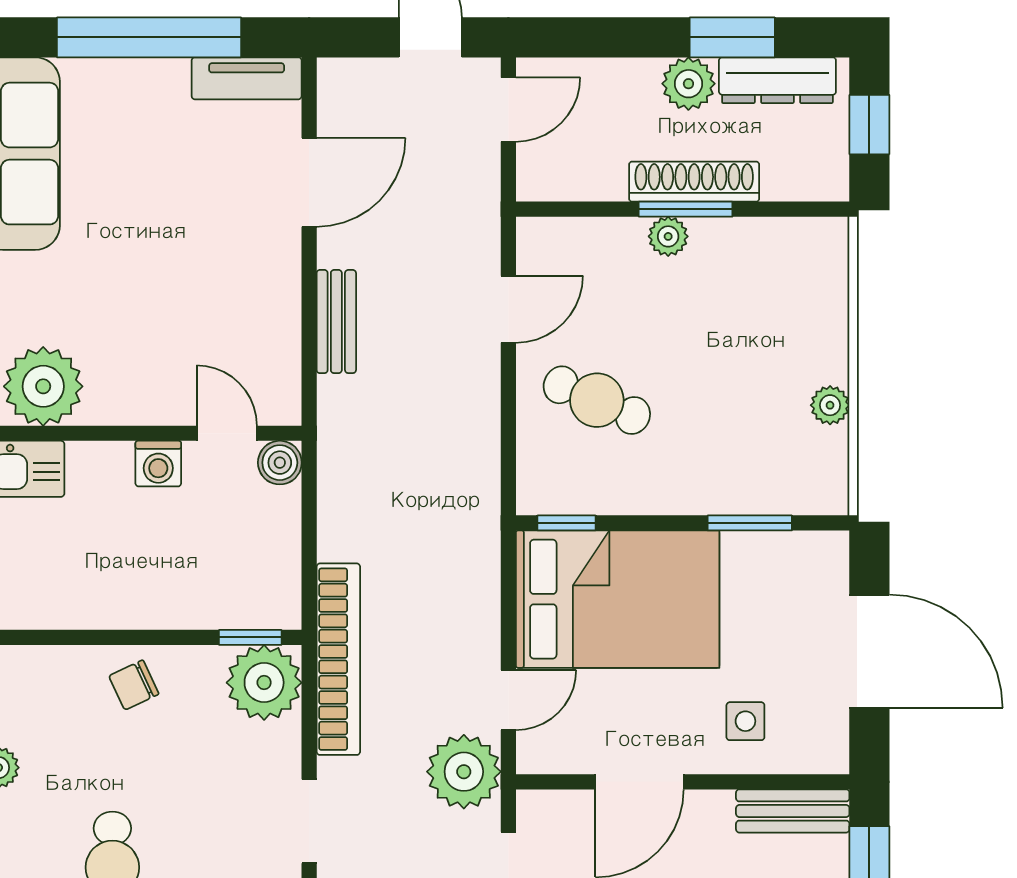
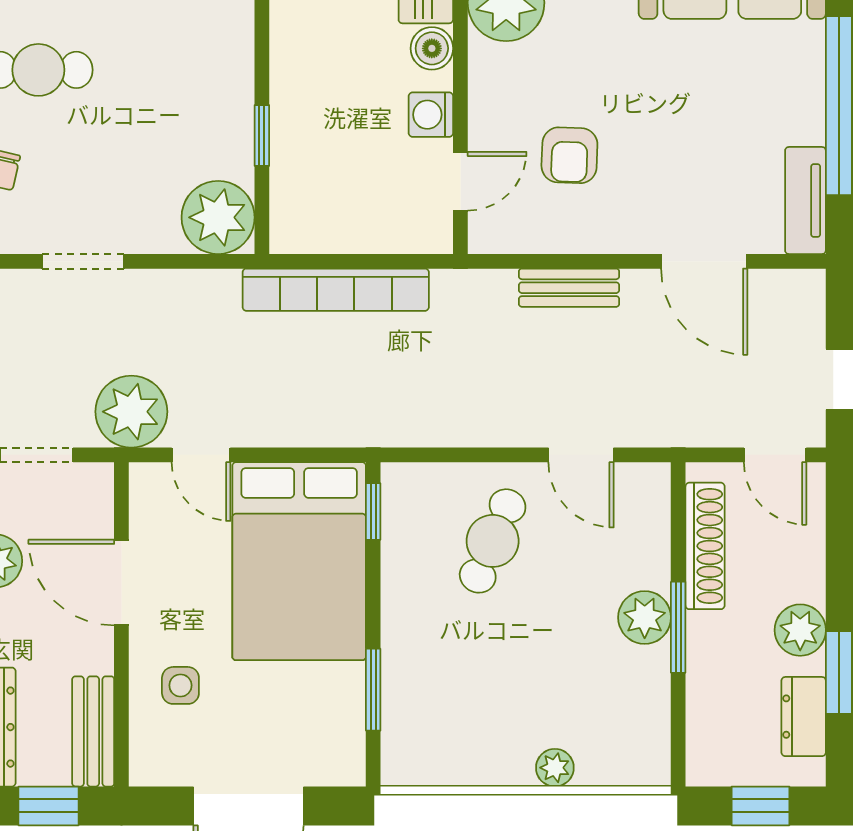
dresser: (777, 80) -> (804, 717), width x0.70
shoe rack: (694, 182) -> (705, 546), moved
plant: (668, 236) -> (645, 617), width x1.38, depth x1.38
armchair: (200, 321) -> (569, 155), added
plant: (830, 405) -> (555, 768), moved
boiler: (280, 463) -> (432, 48), moved
window: (250, 637) -> (262, 136), moved
bookcase: (338, 659) -> (336, 290), moved
chair: (134, 685) -> (216, 91), removed

